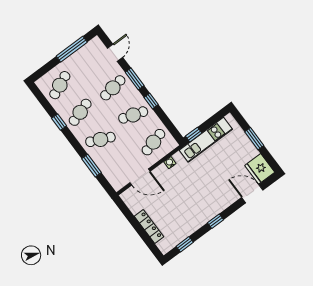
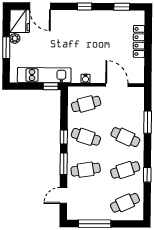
plant: (253, 152) -> (15, 38), added

